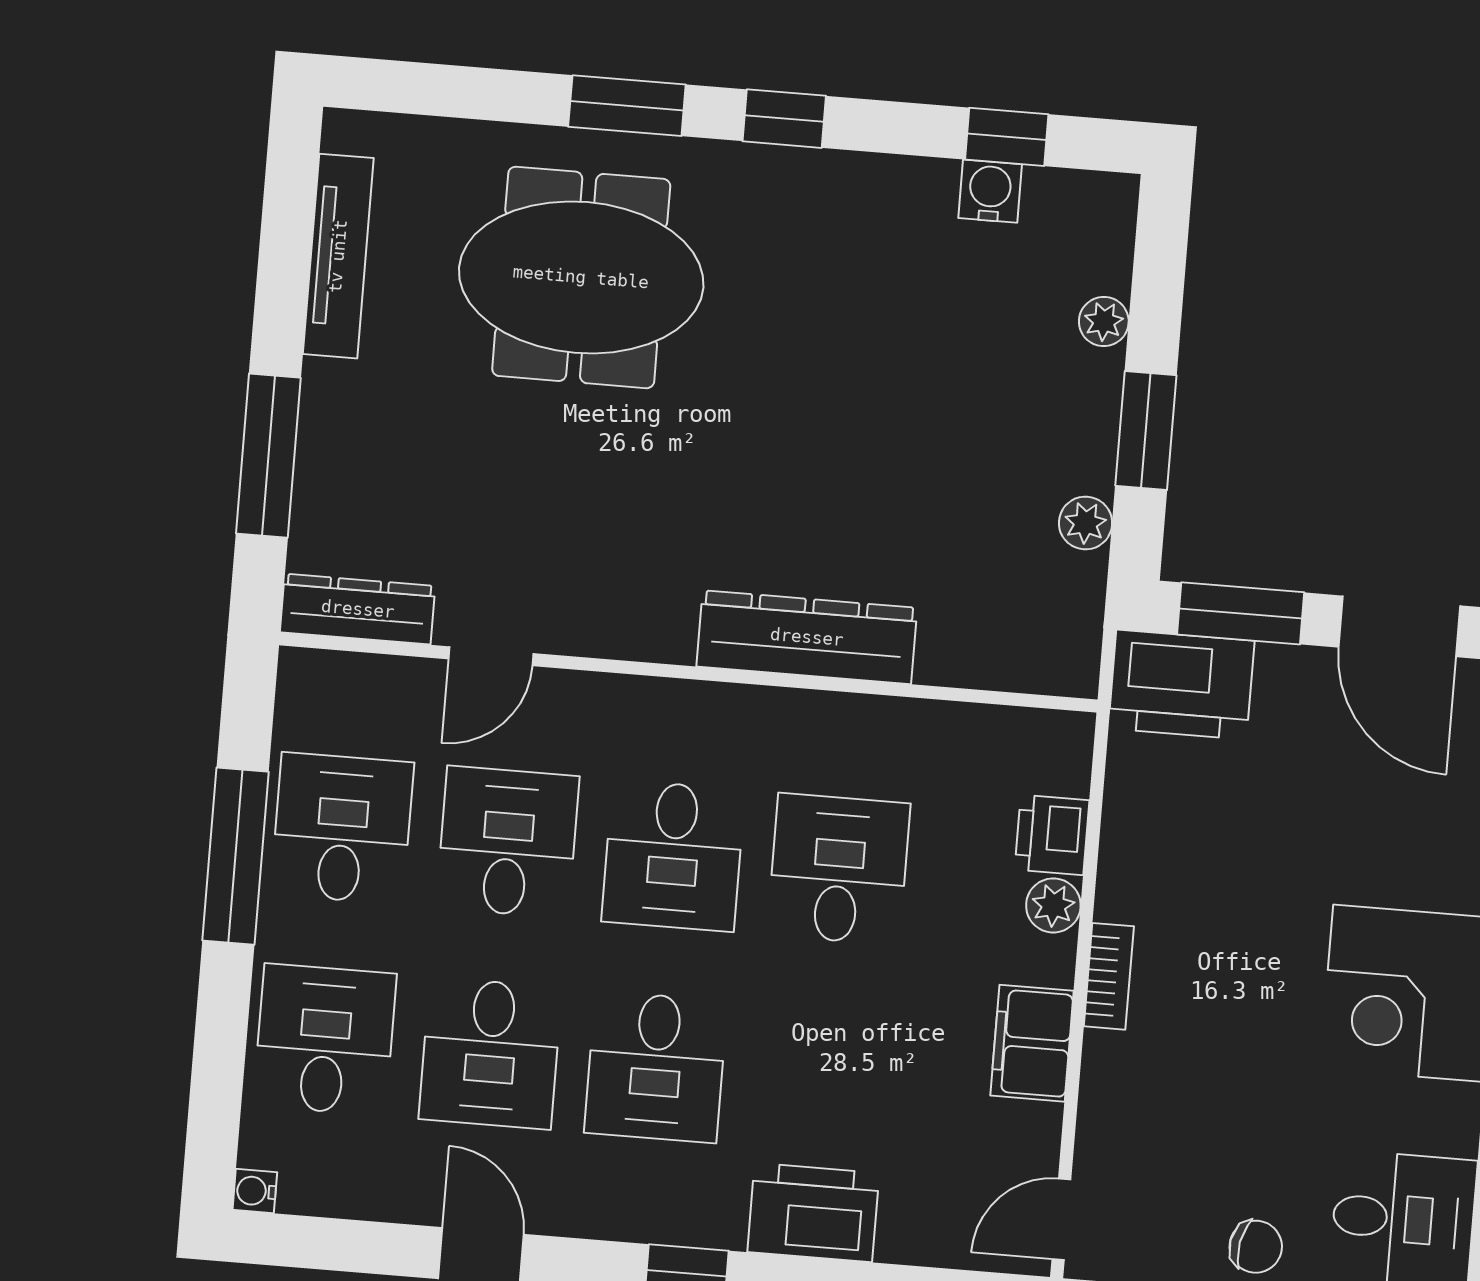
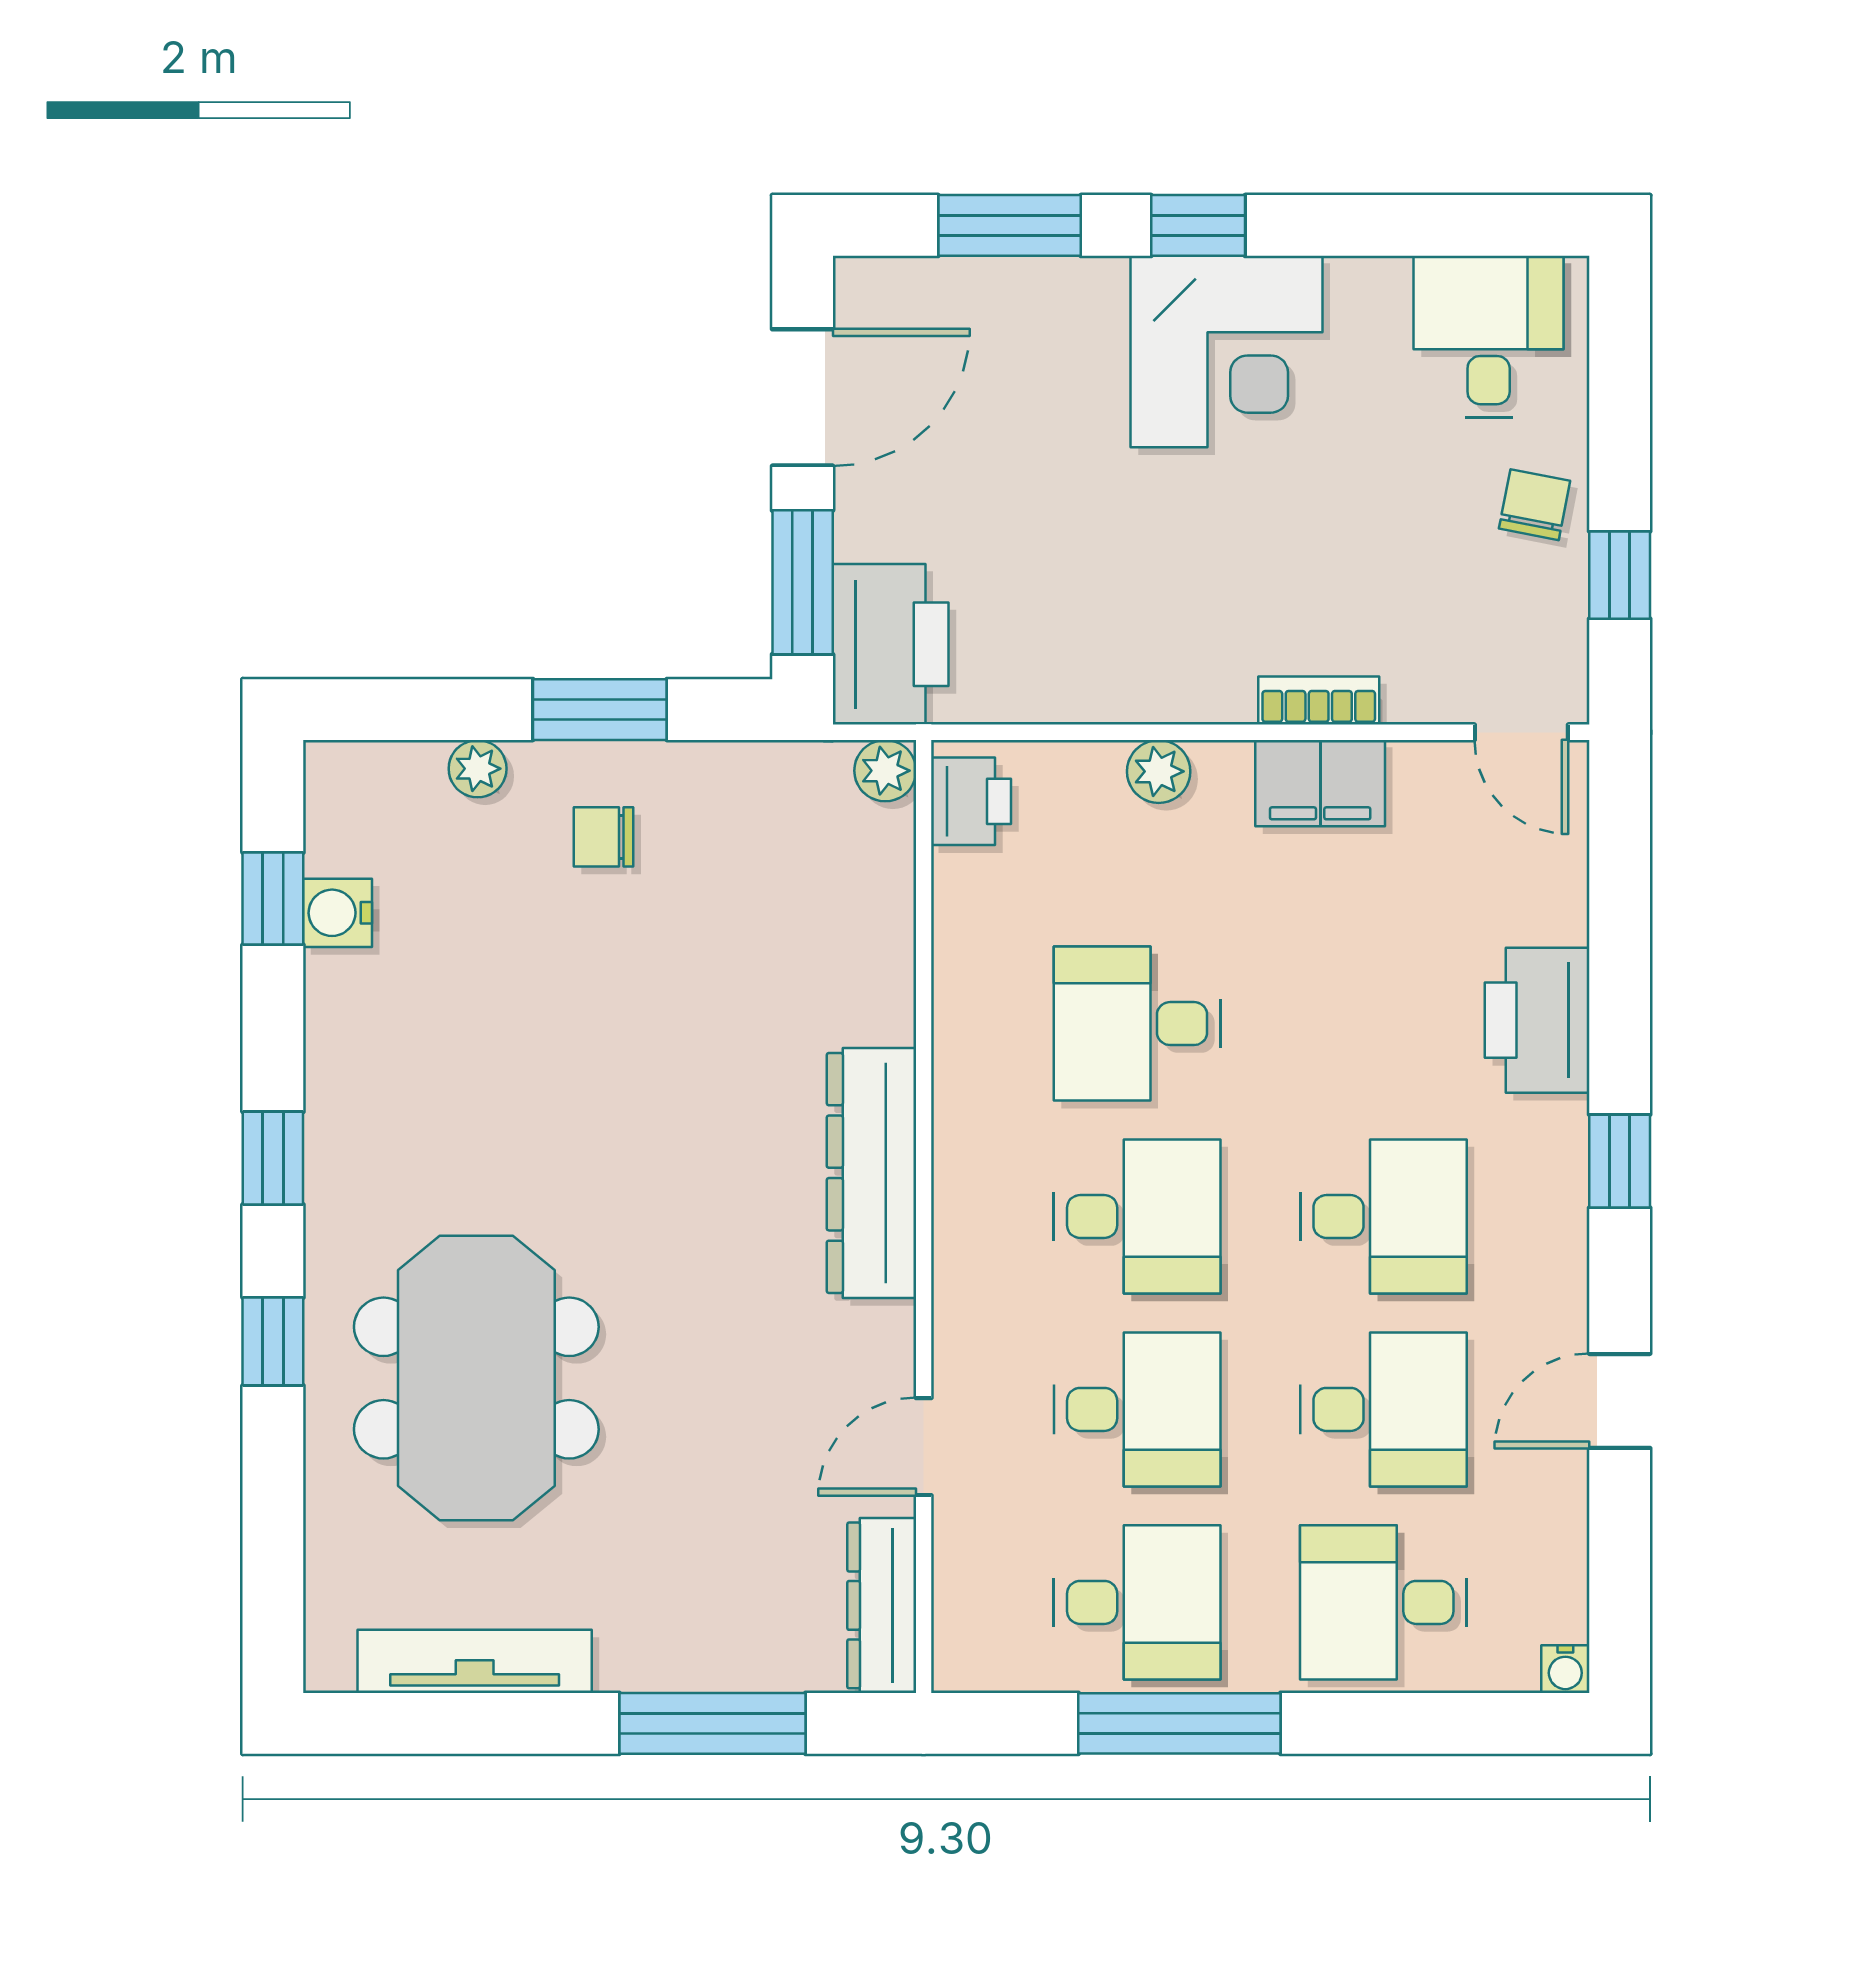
window: (627, 106) -> (273, 1341), width x0.67
chair: (1036, 425) -> (604, 837), added
plant: (1086, 523) -> (885, 771), moved
dresser: (807, 637) -> (871, 1173), moved
door: (491, 656) -> (924, 1447), swing flipped
desk: (342, 828) -> (1137, 1602), turned 180
printer: (1052, 835) -> (971, 801), moved, turned -90
desk: (508, 842) -> (1137, 1409), turned 180
bookcase: (1109, 976) -> (1319, 701), moved

